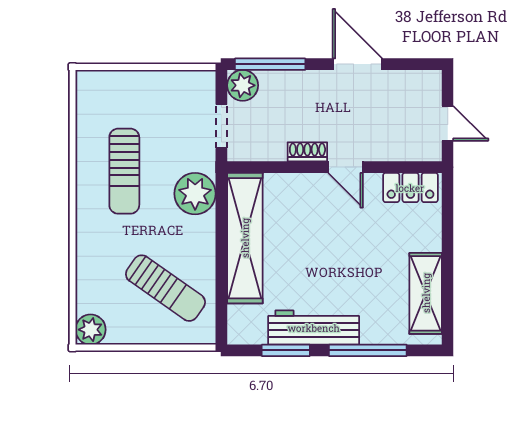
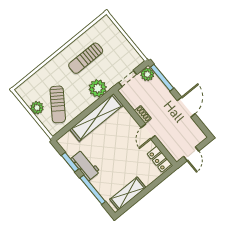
workbench: (314, 328) -> (85, 165), width x0.73
plant: (91, 330) -> (37, 108), moved

